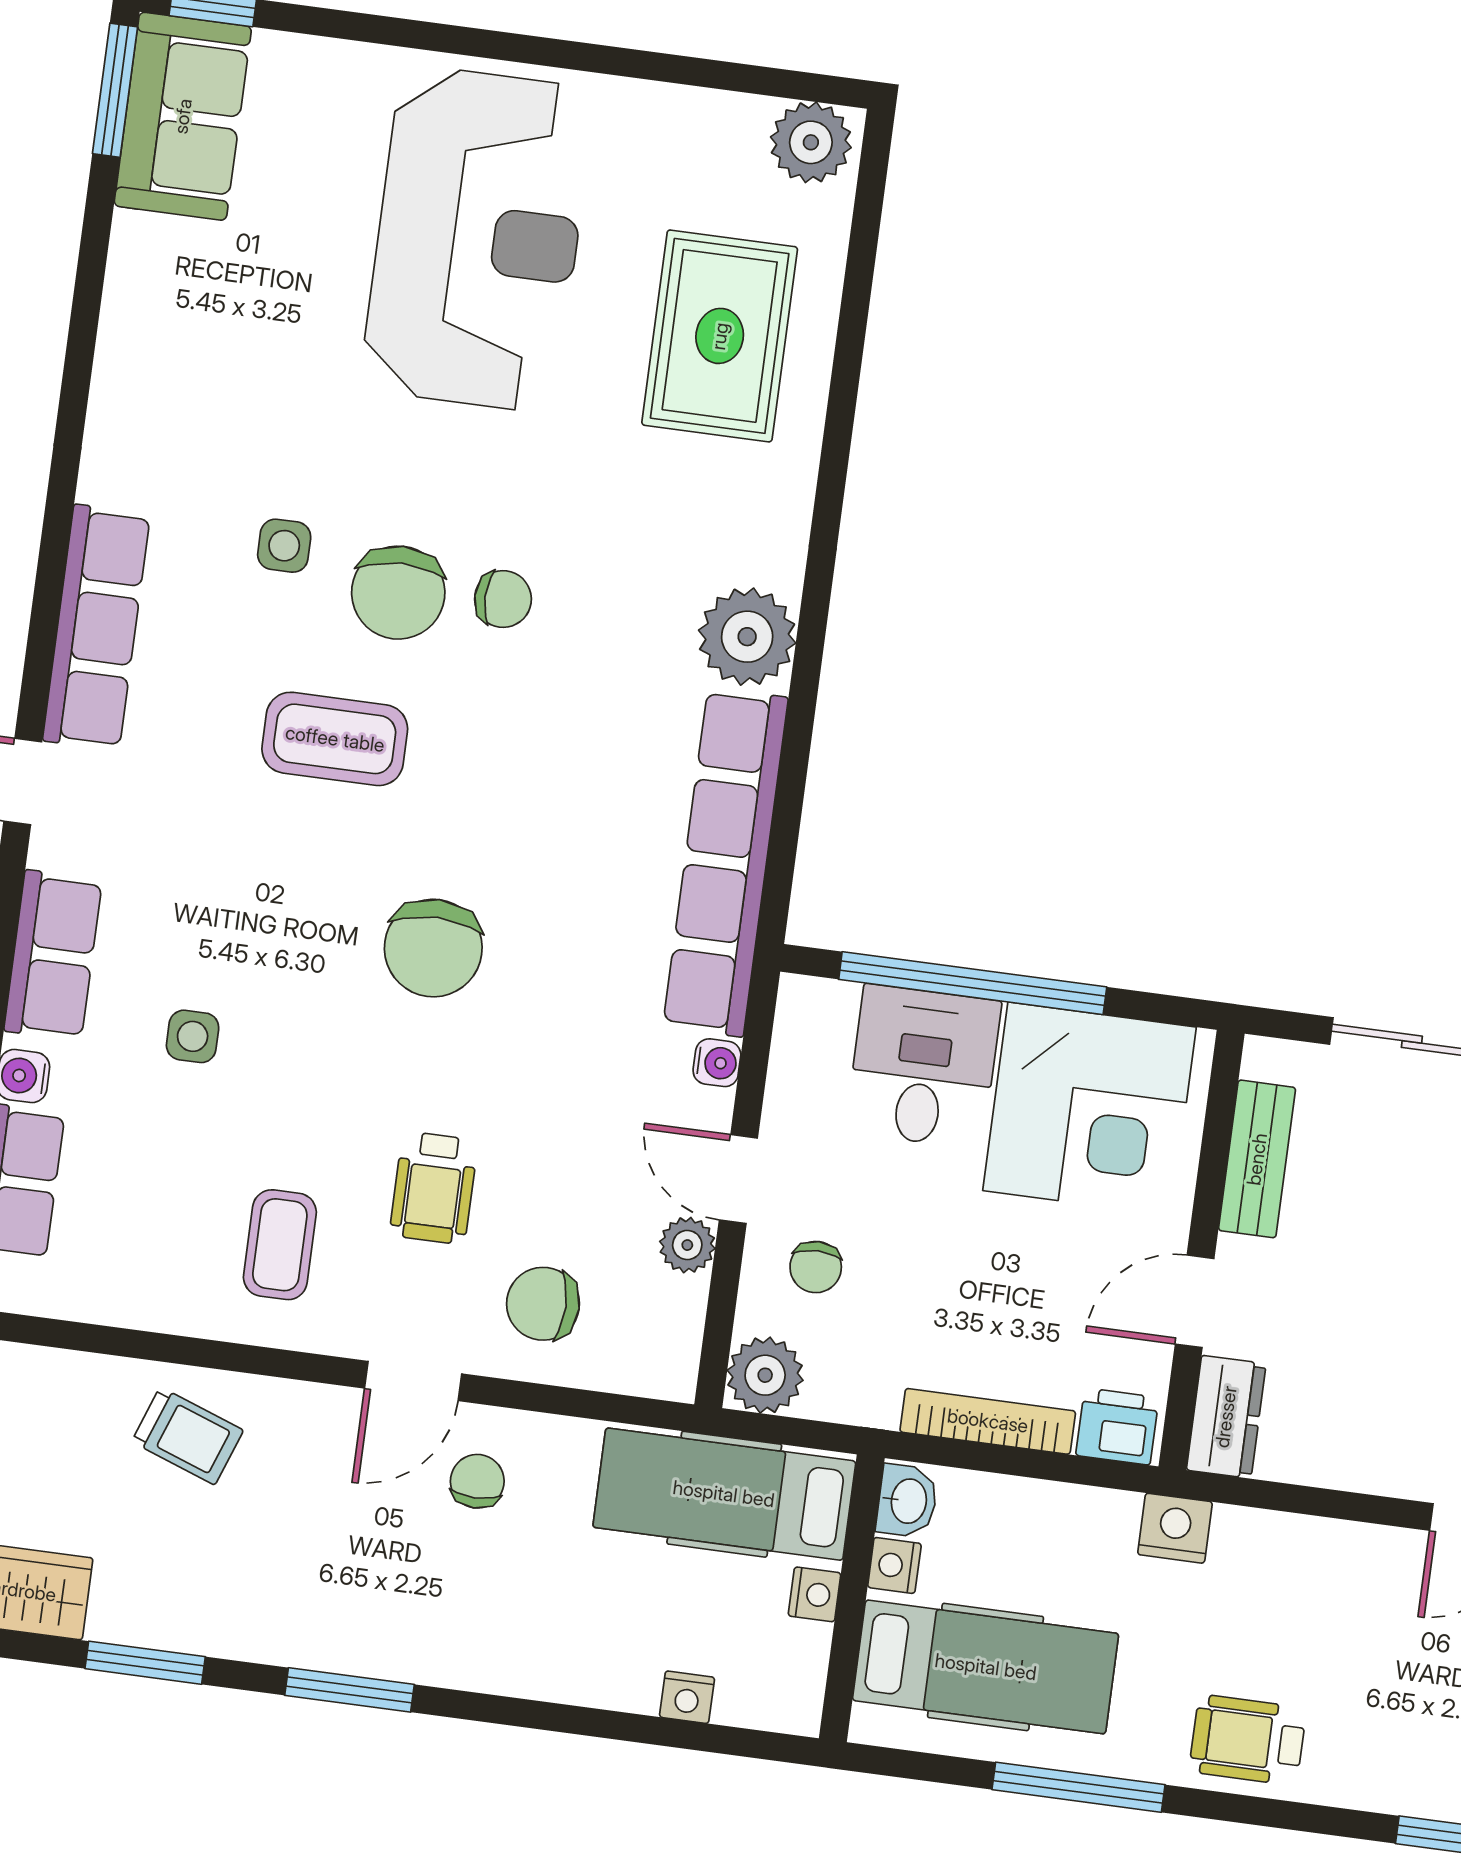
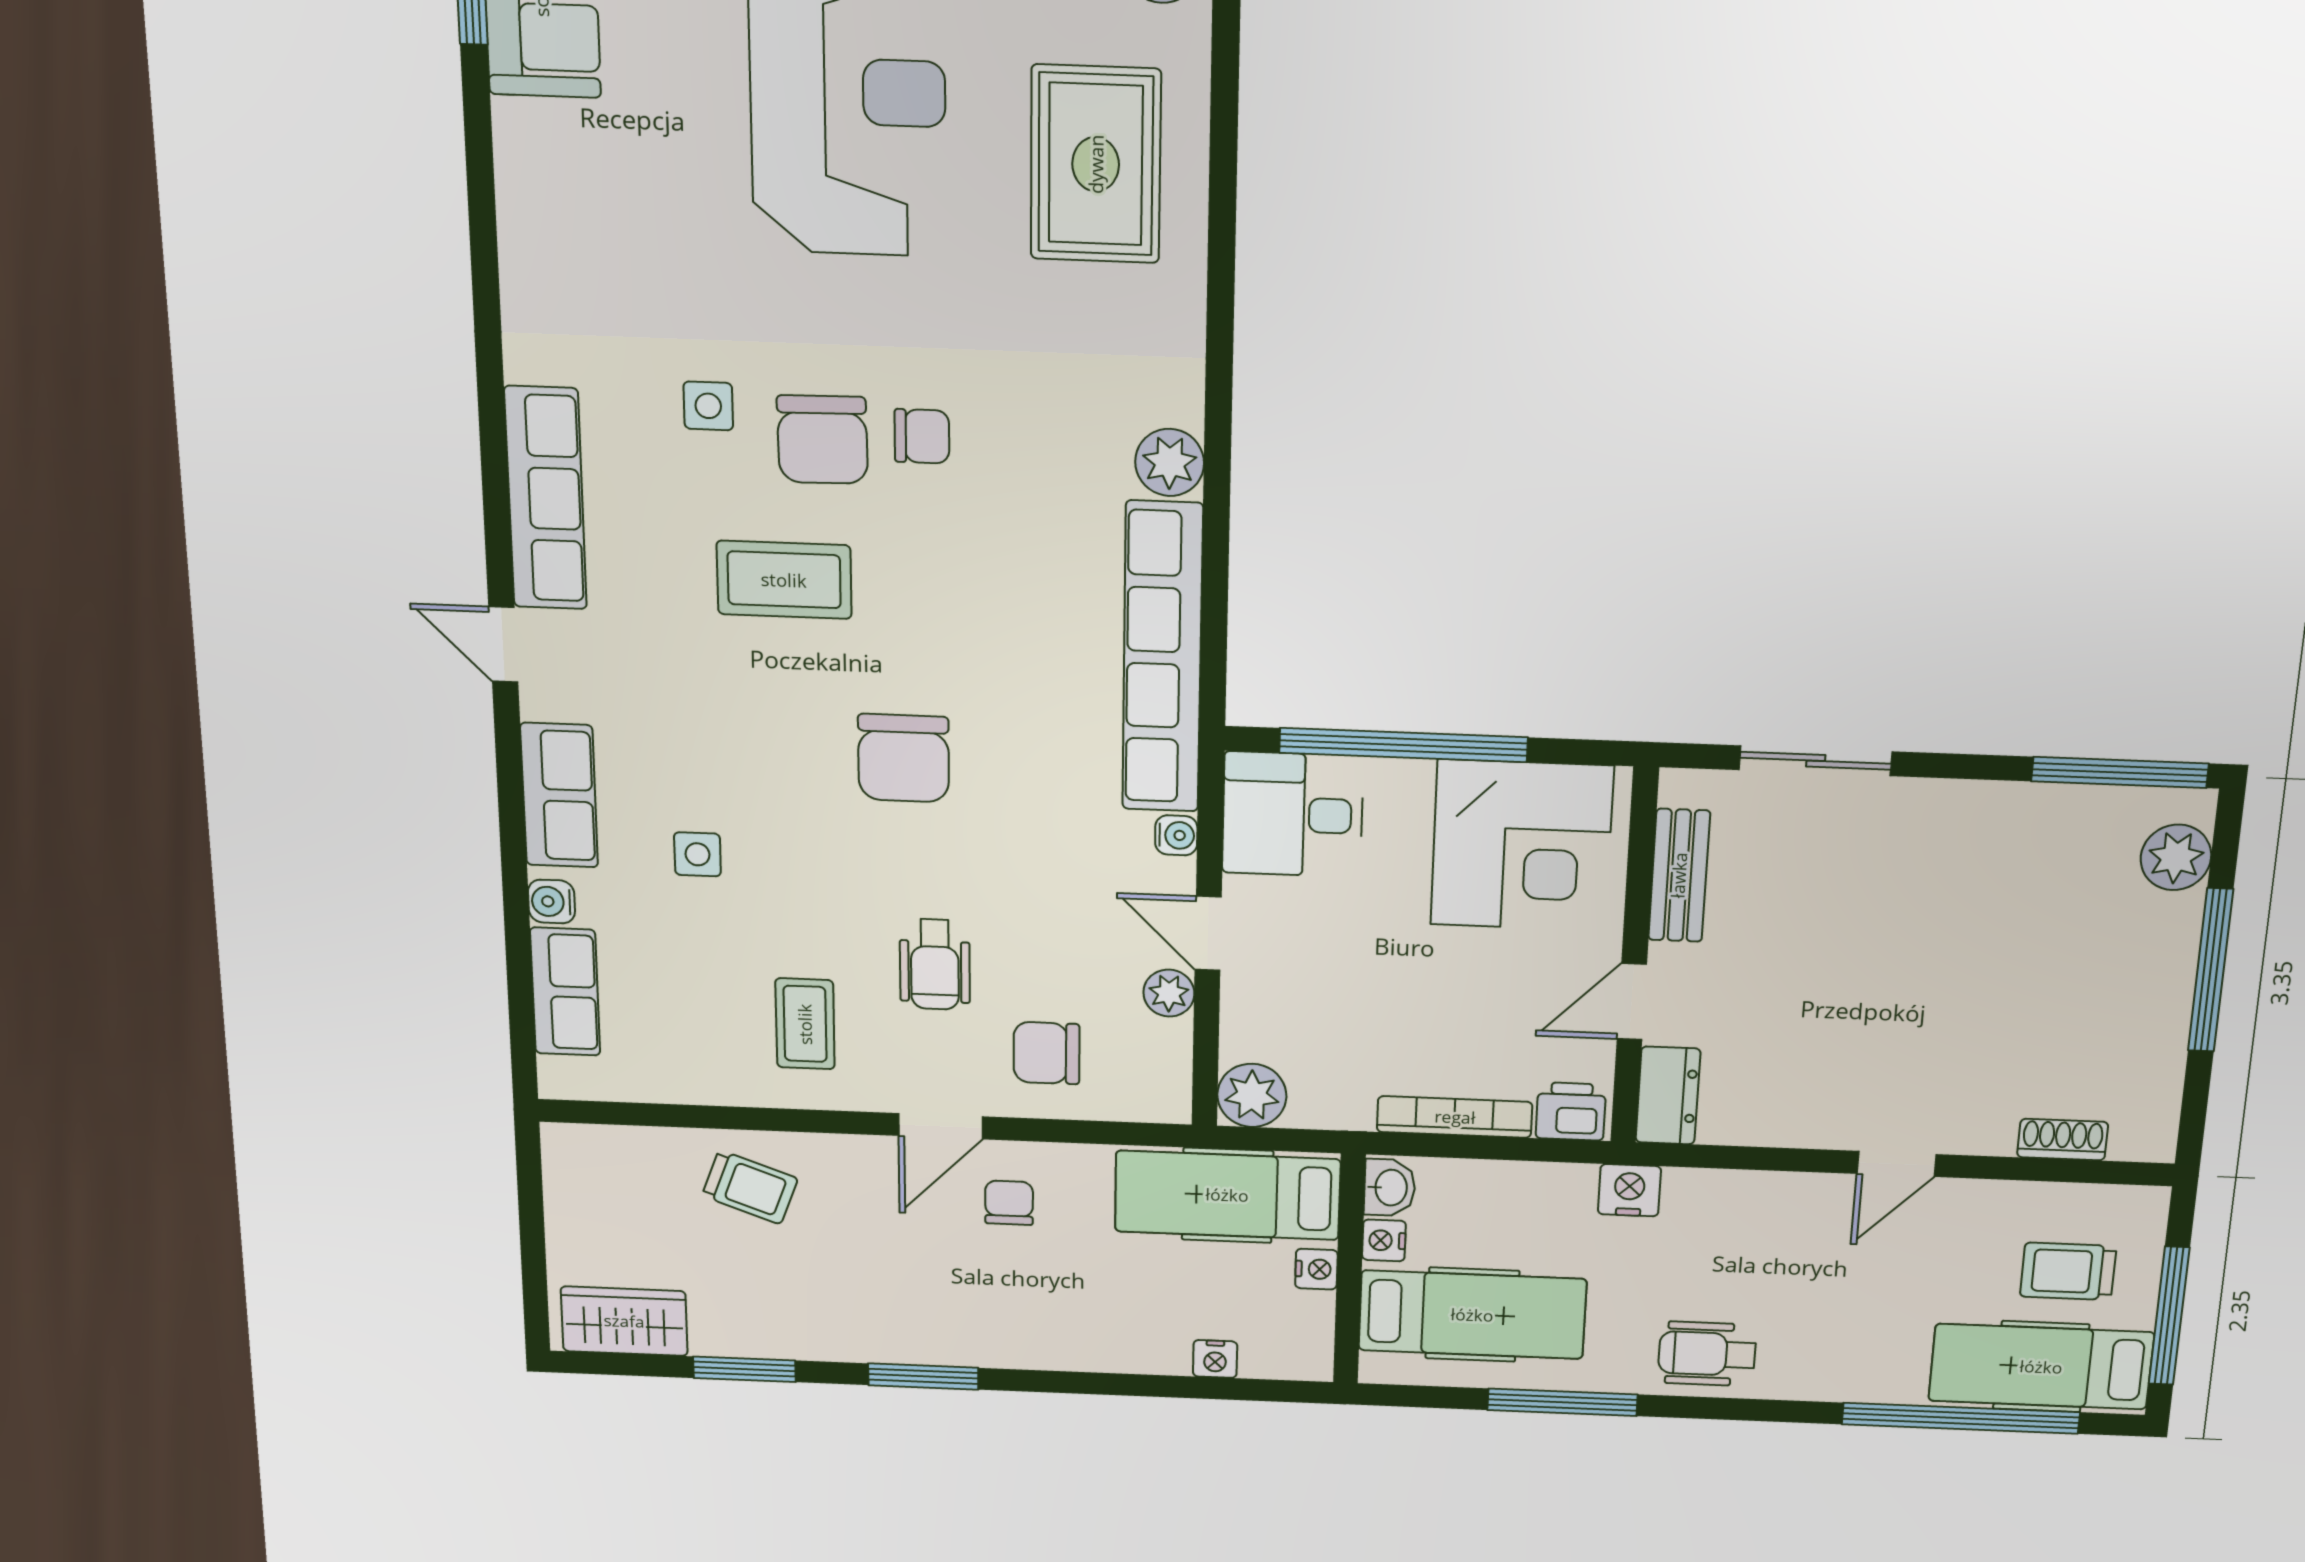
plant: (747, 637) -> (1170, 462), width x0.73, depth x0.73
desk: (923, 1067) -> (1293, 815), moved, turned -90
chair: (816, 1267) -> (1287, 1002), removed

